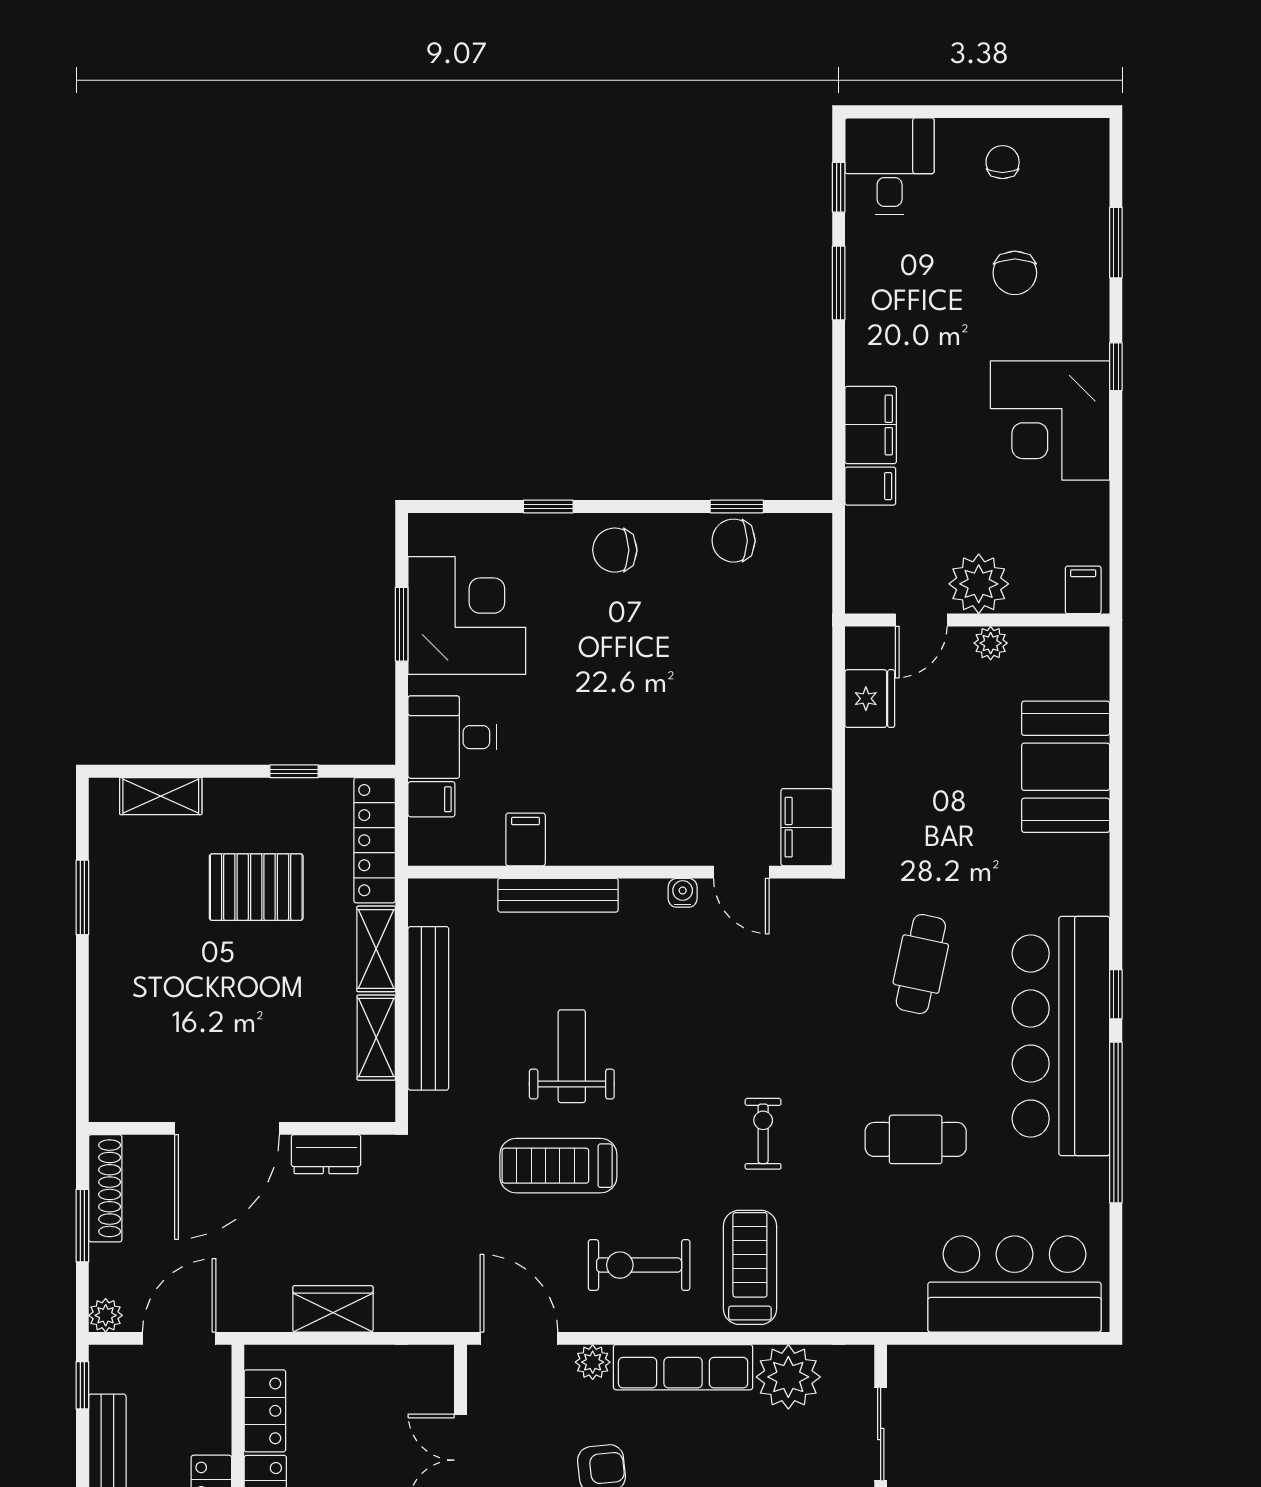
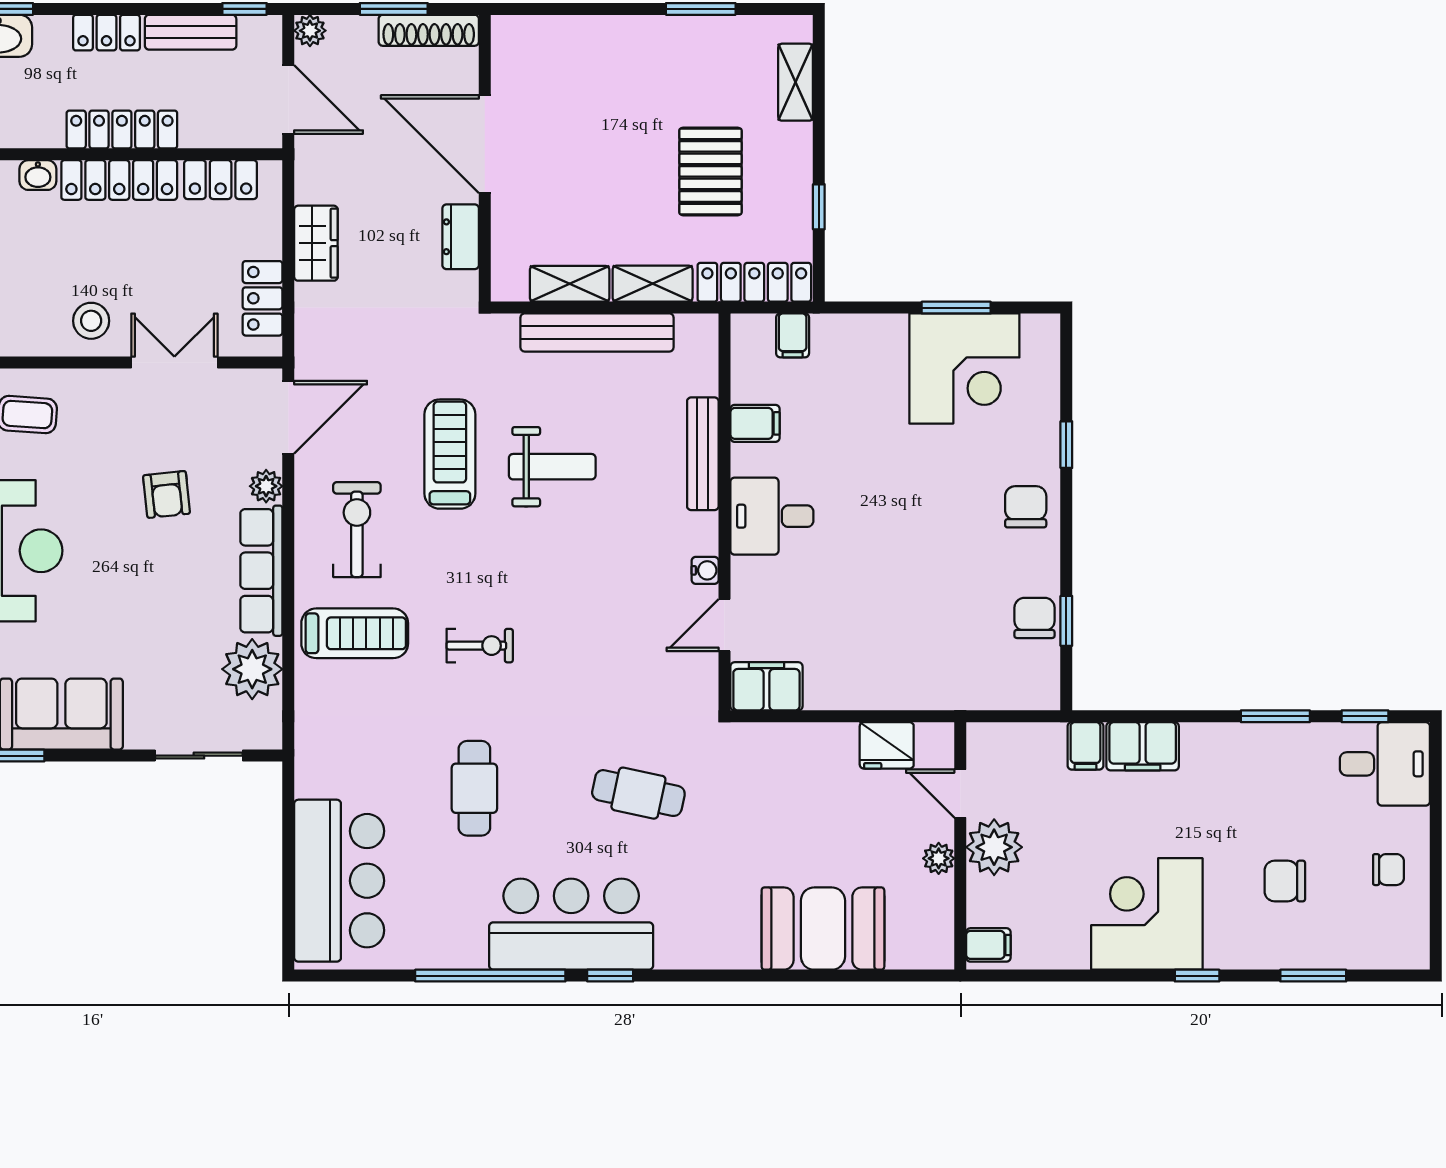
desk: (452, 737) -> (772, 516), moved, turned -90
bar counter: (1061, 1036) -> (571, 924), width x0.73
locker: (392, 1366) -> (262, 298), added

